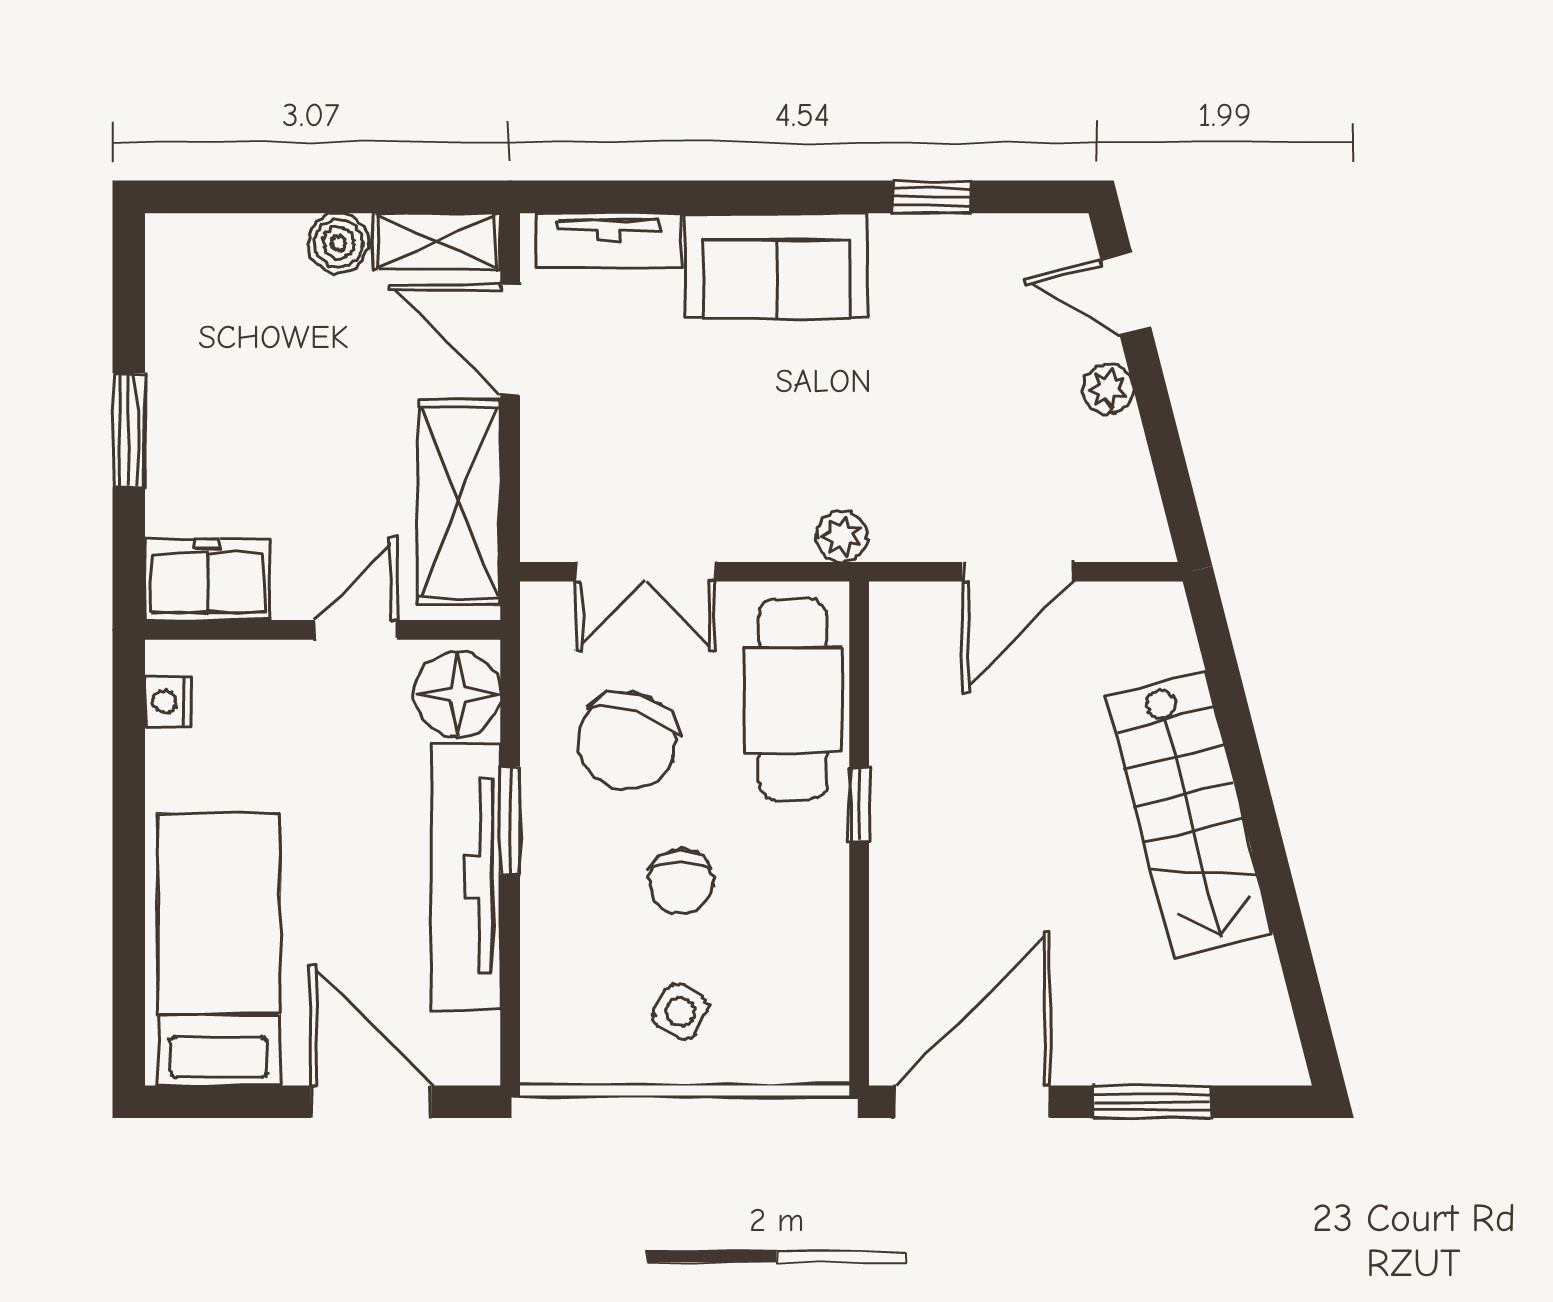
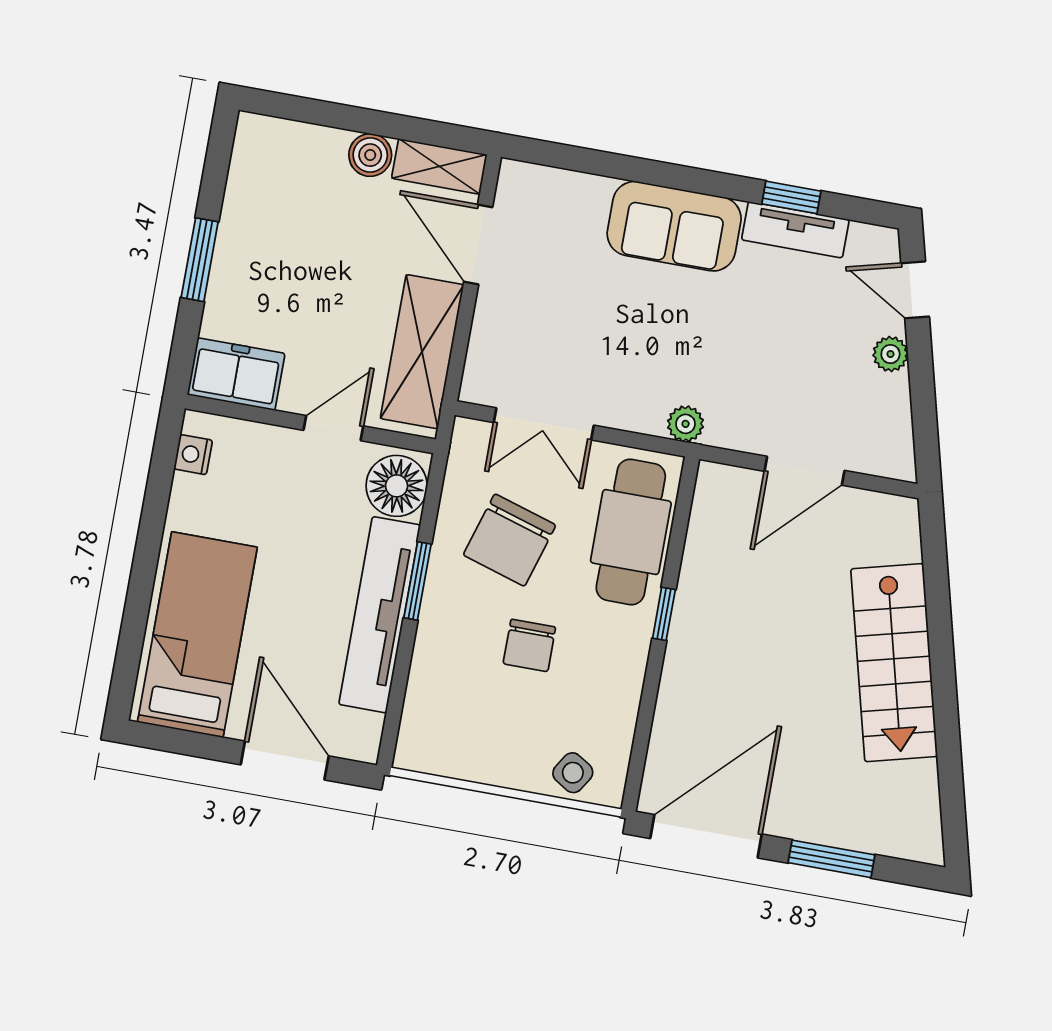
tv unit: (608, 241) -> (795, 230), moved
side table: (681, 1012) -> (573, 773), moved

